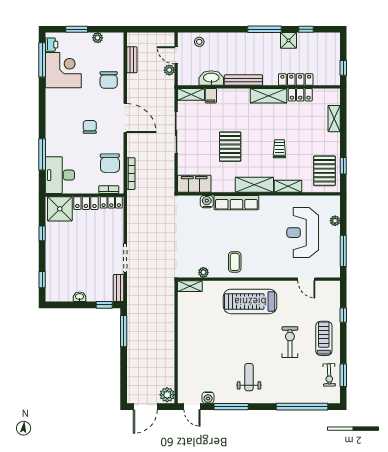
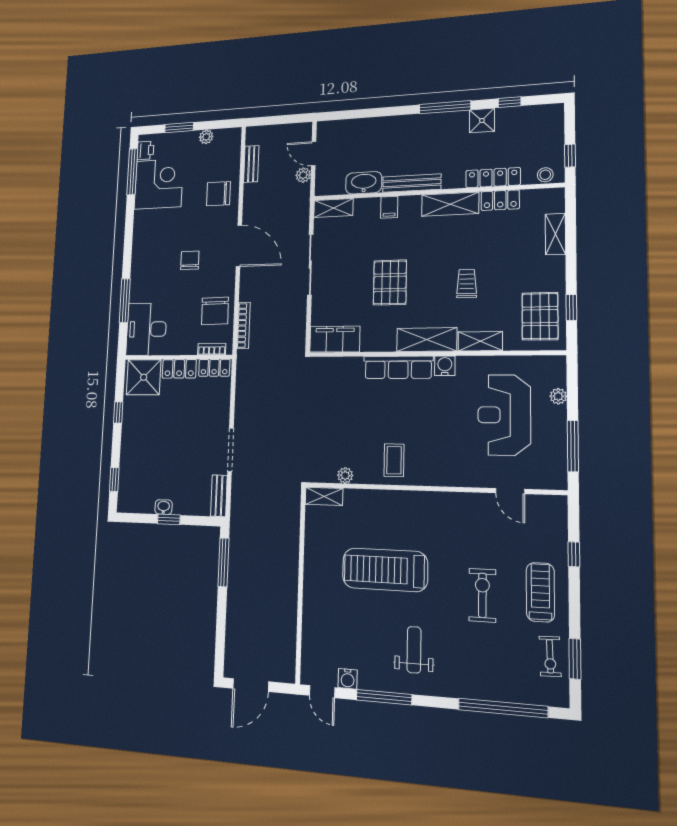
stool: (199, 42) -> (545, 175), moved
chair: (109, 80) -> (218, 194), turned 90
filing cabinet: (211, 96) -> (389, 207), moved
water cooler: (207, 202) -> (445, 366), moved
treadmill: (250, 301) -> (385, 570), moved
window: (104, 305) -> (169, 519), moved
plant: (167, 395) -> (284, 669), removed

